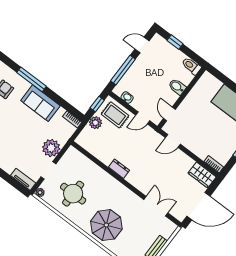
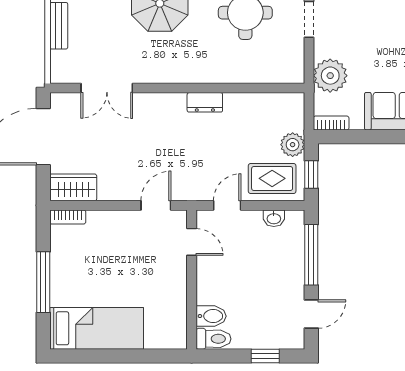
bidet: (177, 87) -> (211, 316), moved
plant: (51, 148) -> (330, 76), moved

